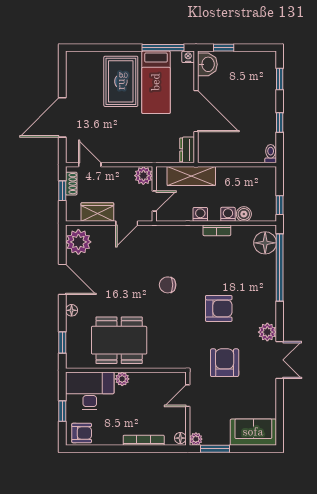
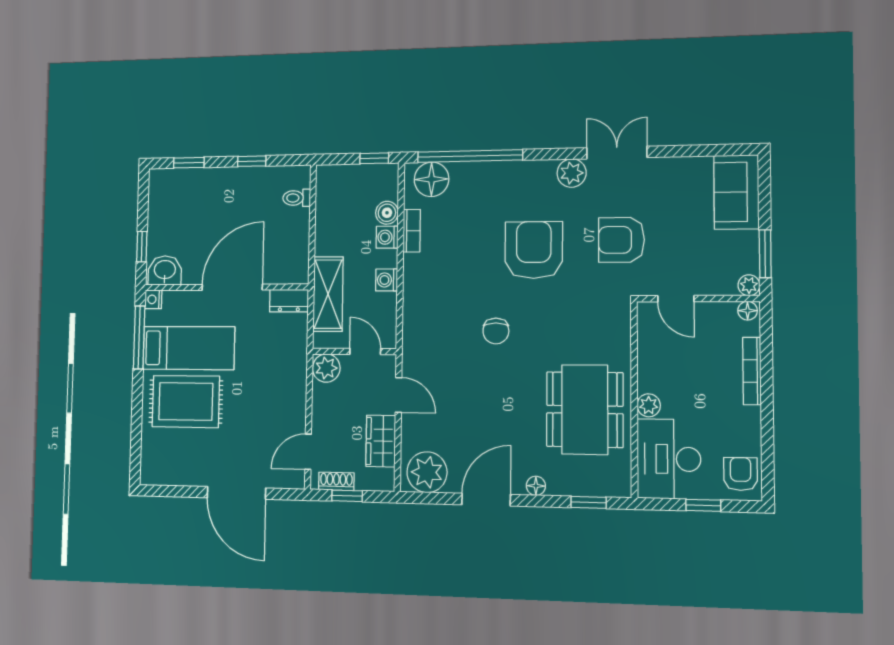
toilet: (271, 154) -> (297, 198), moved
bookcase: (217, 230) -> (412, 231), moved
armchair: (219, 308) -> (534, 250), width x1.36, depth x1.36

